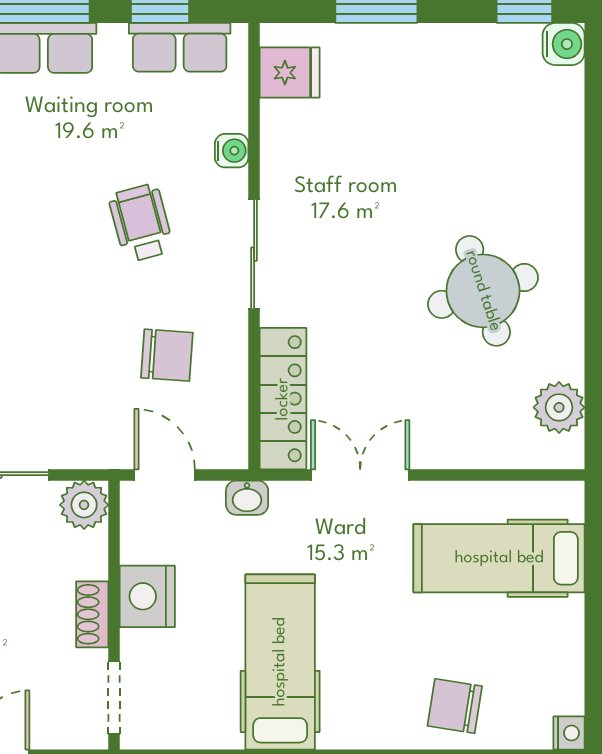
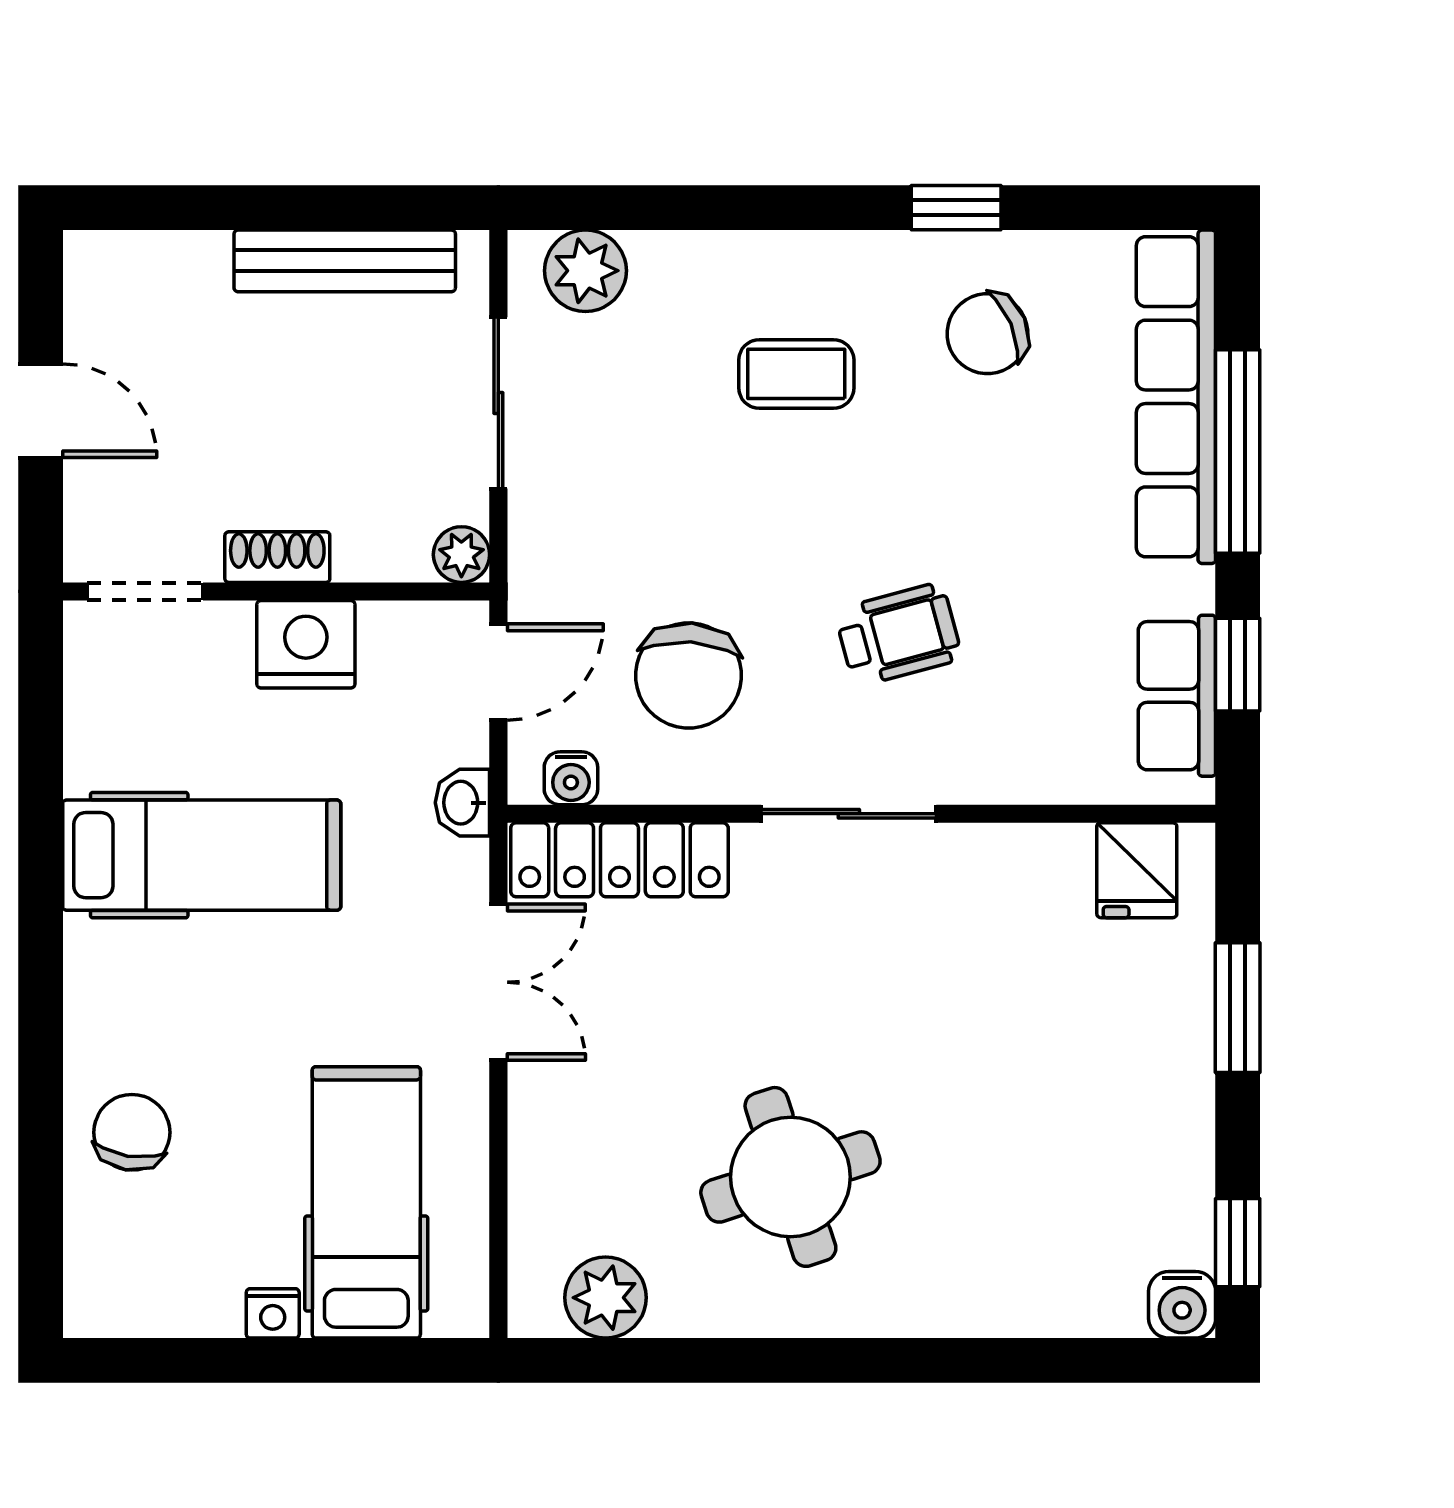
water cooler: (232, 151) -> (571, 778), moved
chair: (167, 355) -> (689, 675), width x1.37, depth x1.37
plant: (84, 505) -> (461, 555), width x0.73, depth x0.73
nightstand: (569, 733) -> (273, 1313), moved

